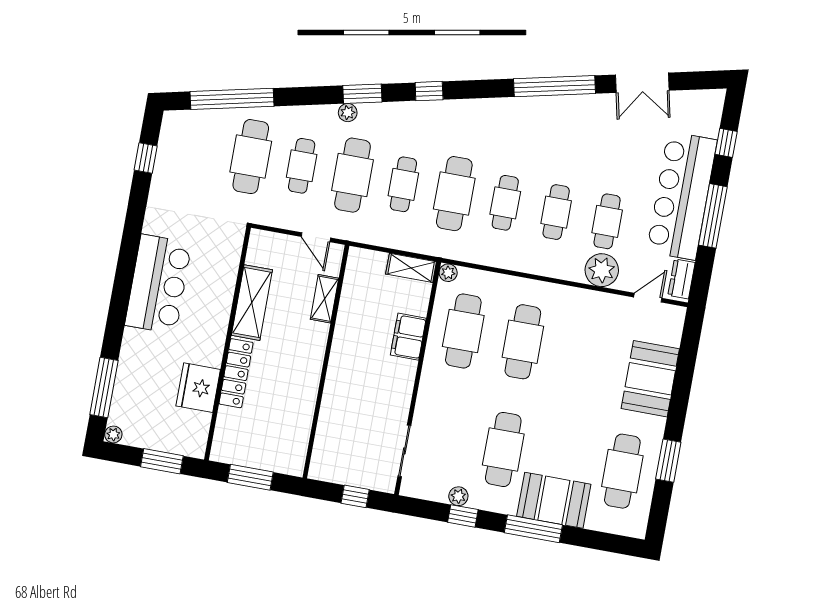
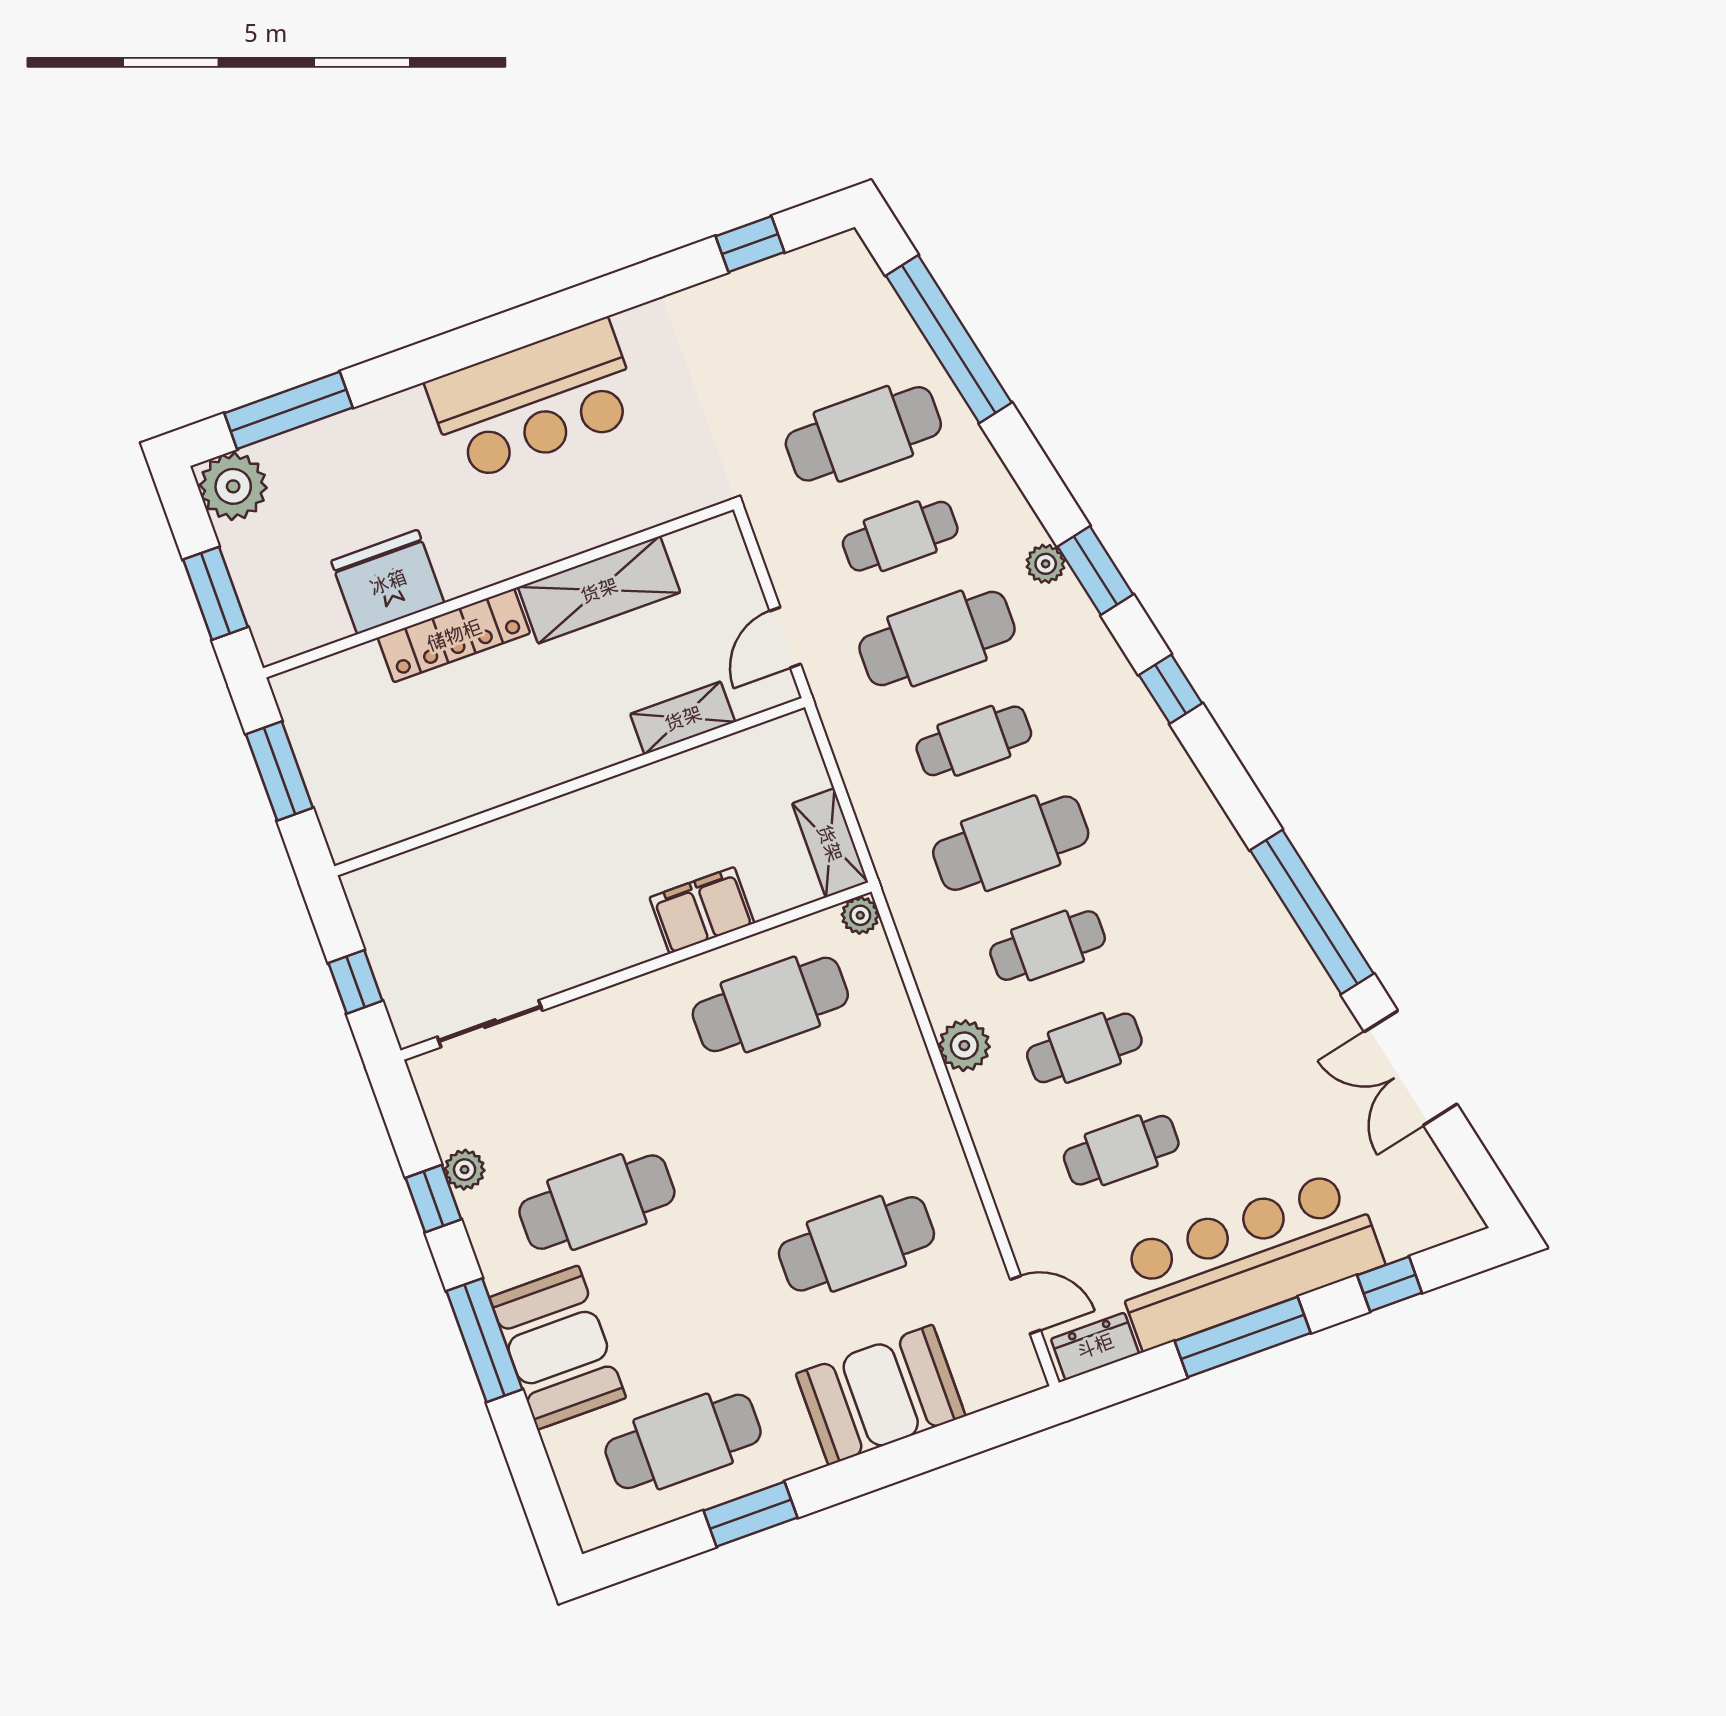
plant: (602, 270) -> (964, 1046), moved, width x0.73, depth x0.73
cafe table: (523, 342) -> (856, 1244), moved
plant: (113, 434) -> (233, 486), width x1.88, depth x1.88

